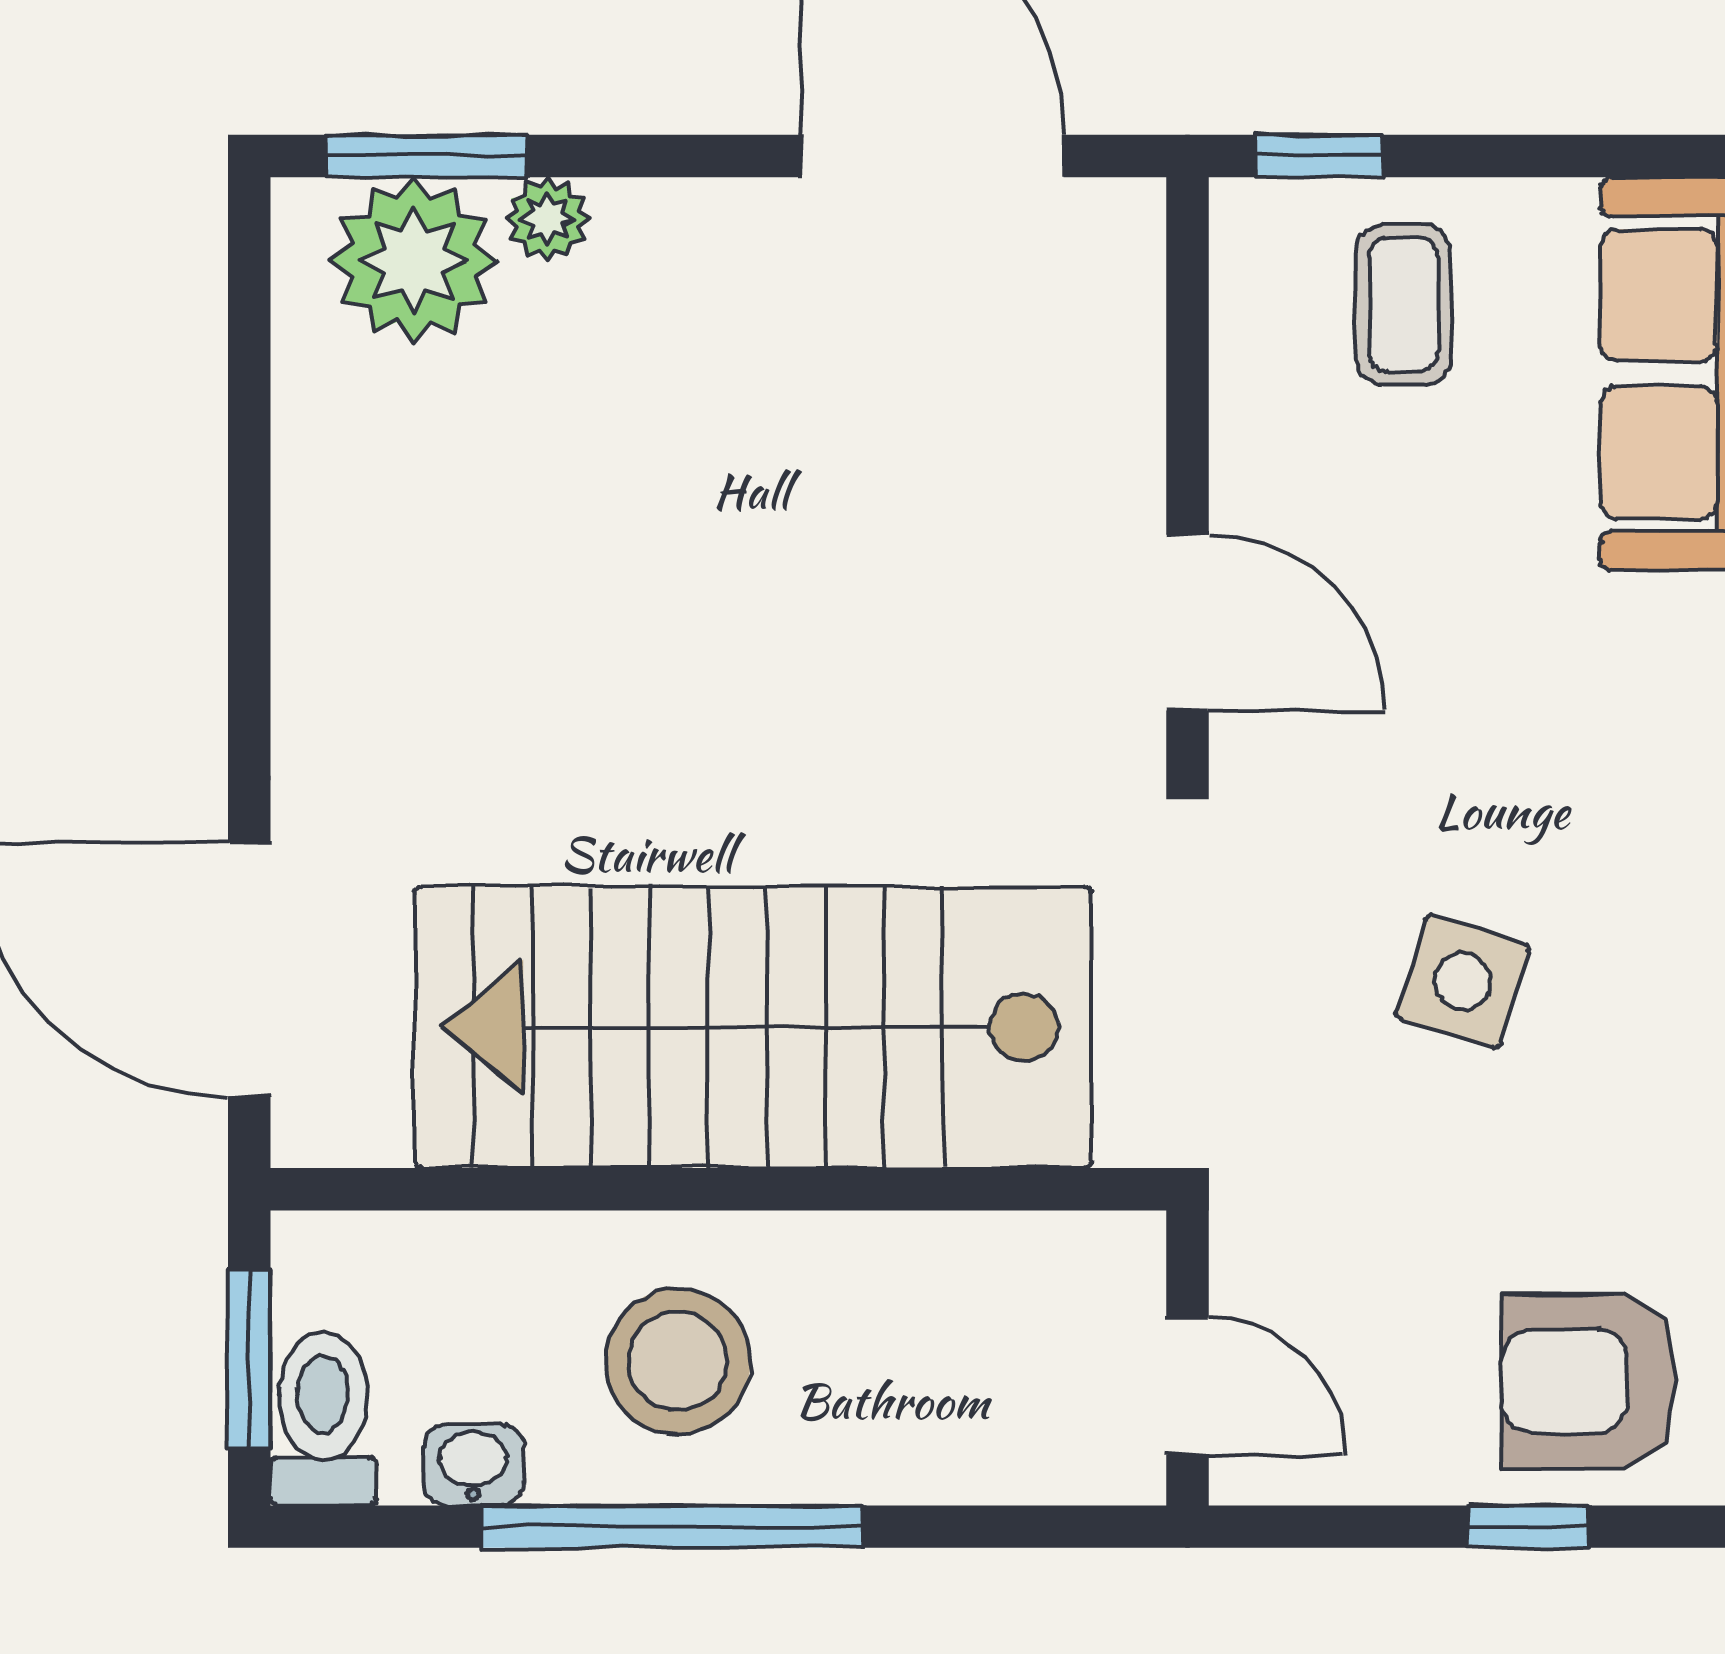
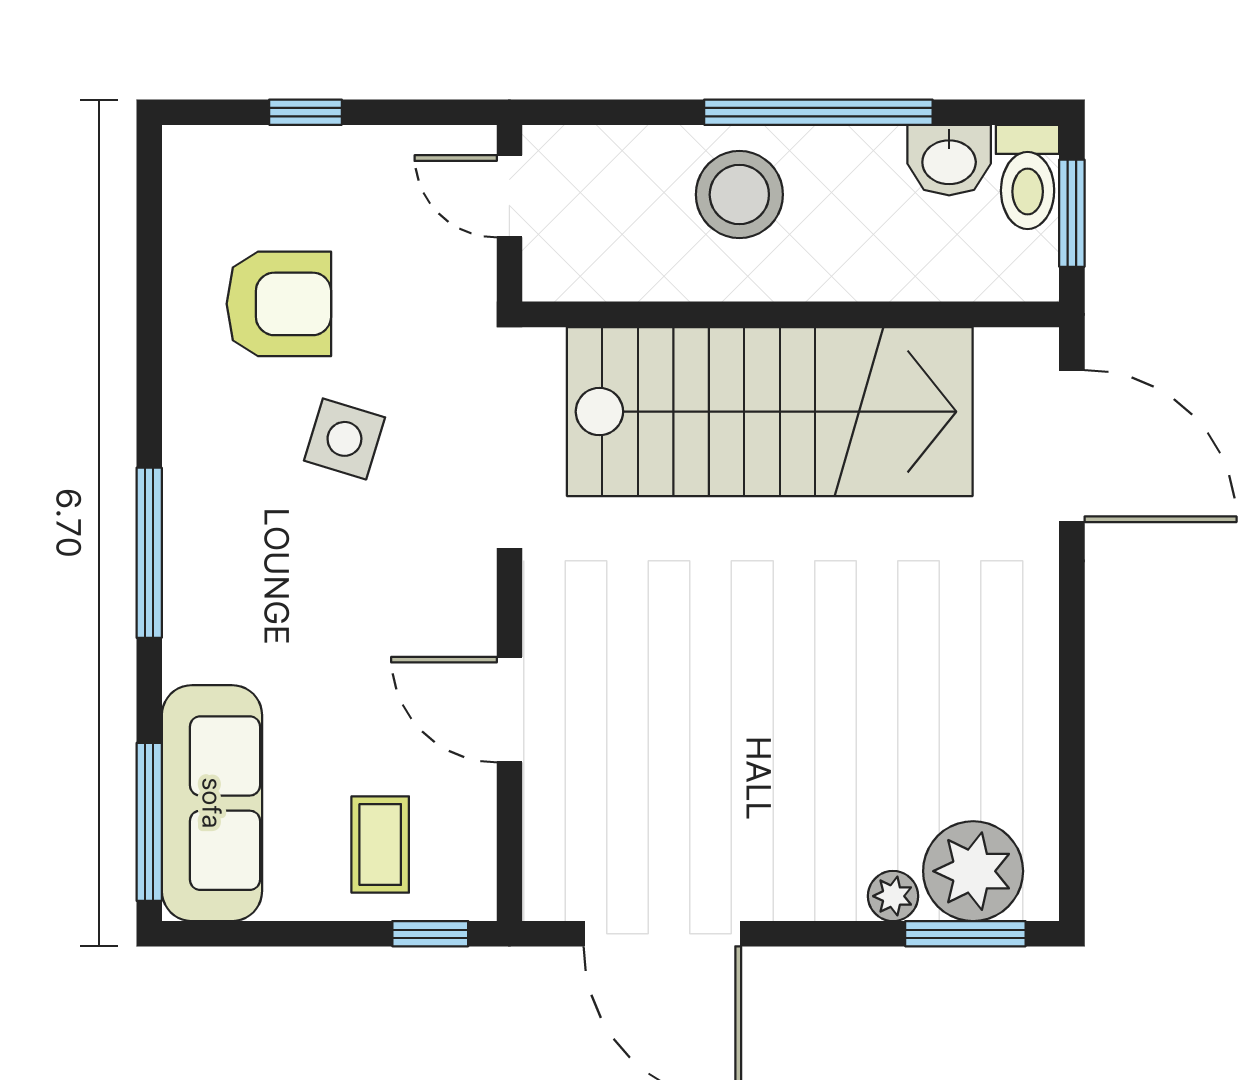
door: (1188, 623) -> (509, 710), moved
stool: (678, 1361) -> (739, 195), moved
armchair: (1589, 1381) -> (279, 304), moved
washbasin: (473, 1465) -> (949, 160), width x1.38, depth x1.45

